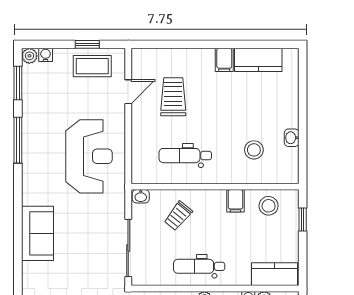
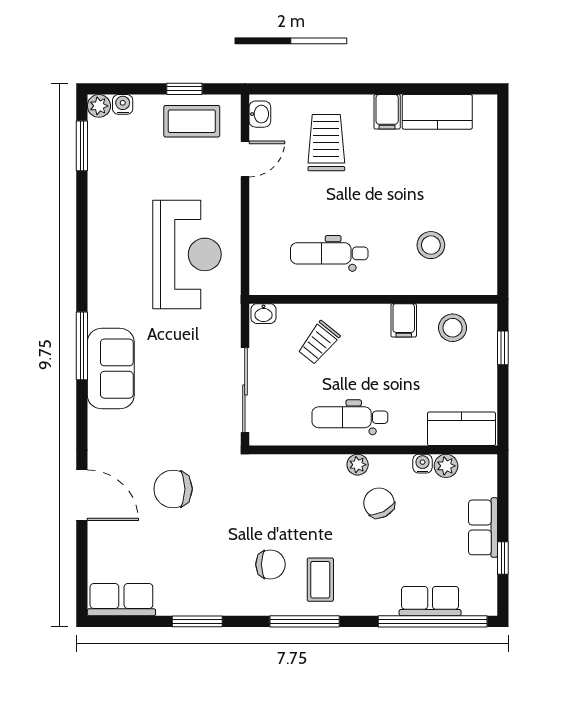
trolley: (173, 97) -> (326, 143), moved
washbasin: (292, 138) -> (260, 114), moved, turned 180
window: (18, 140) -> (82, 346), moved

